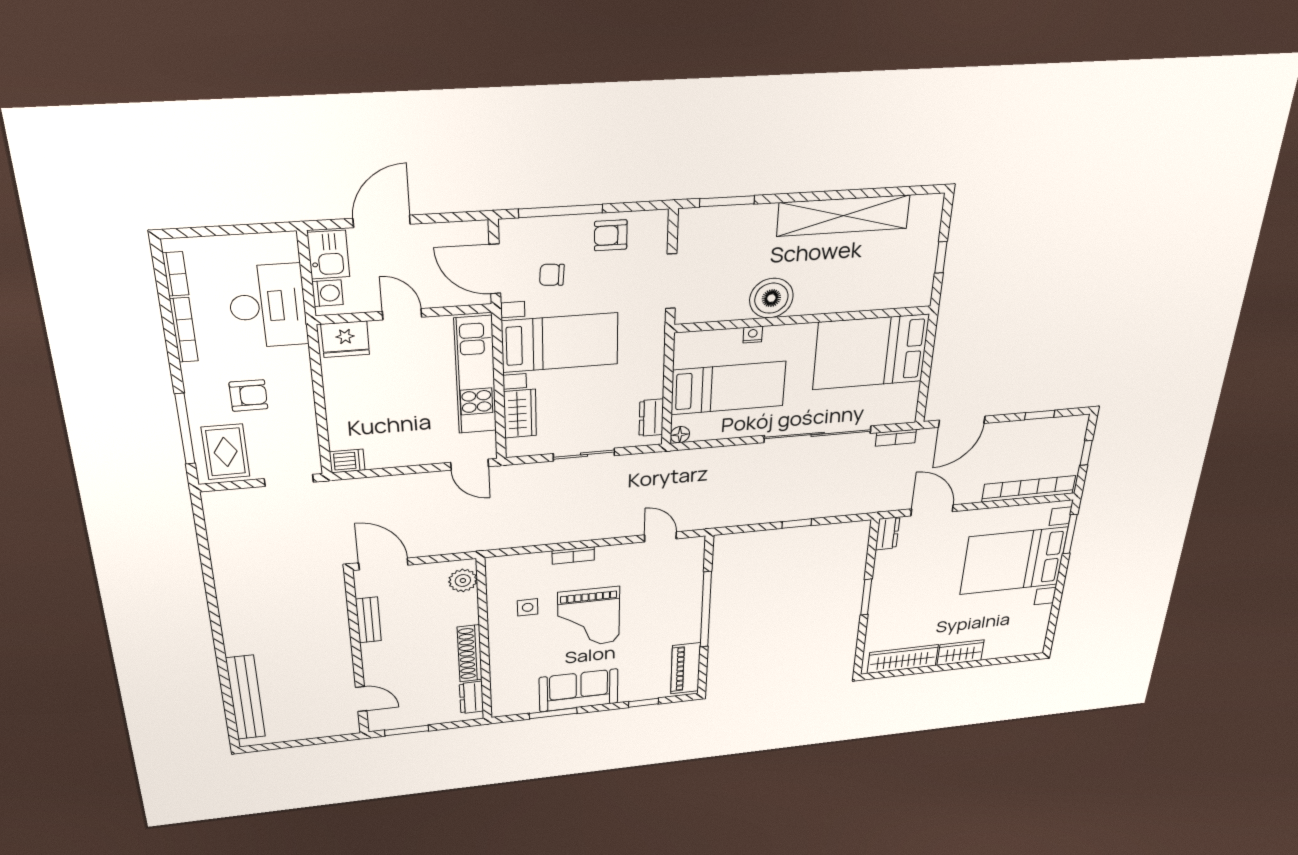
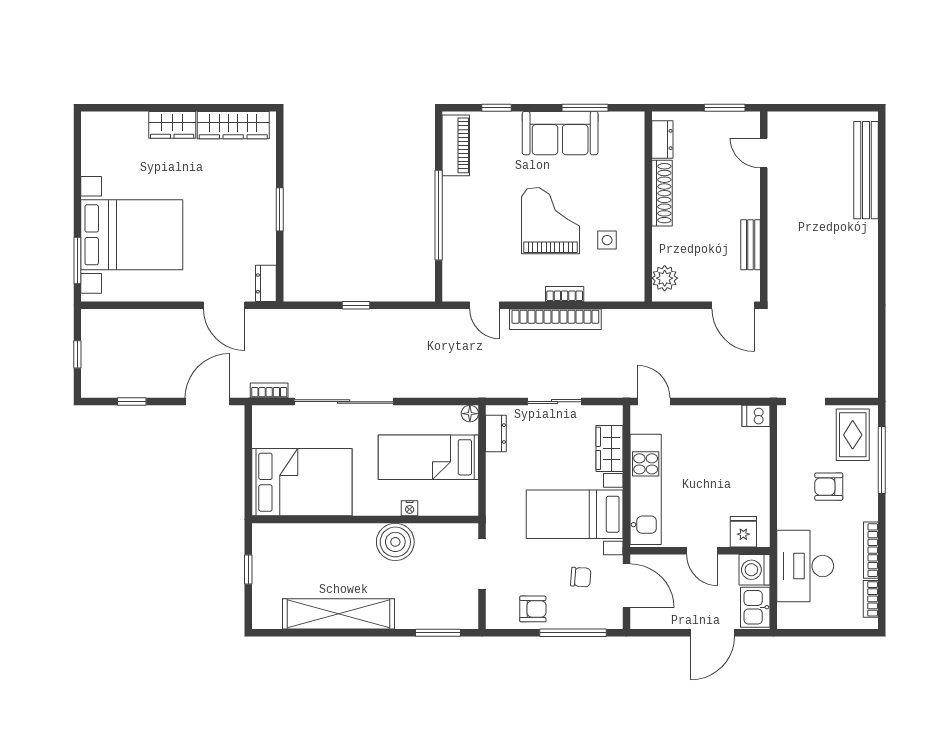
washing machine: (328, 293) -> (754, 570), width x1.38, depth x1.38
fridge: (345, 339) -> (743, 532), width x0.72
bookcase: (1029, 489) -> (555, 319), moved

